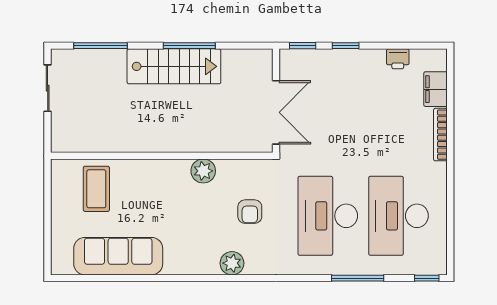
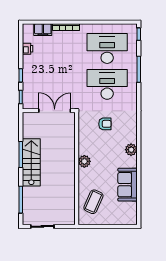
plant: (203, 171) -> (84, 161), moved
coffee table: (96, 189) -> (93, 202), turned -66
desk: (328, 216) -> (107, 84), turned 180
desk: (398, 216) -> (107, 48), turned 180
sofa: (118, 256) -> (128, 185), width x0.73
plant: (232, 263) -> (131, 150), moved

